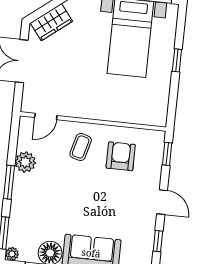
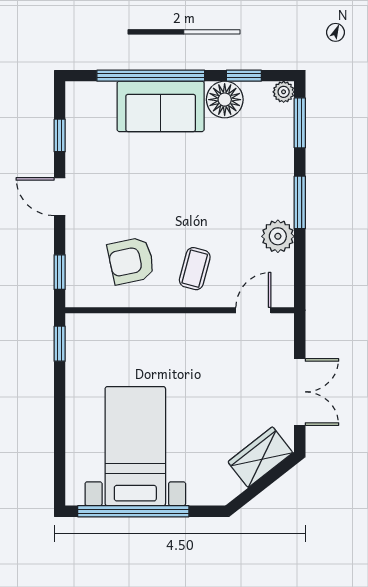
window: (177, 60) -> (60, 344), moved
armchair: (121, 156) -> (131, 261), turned 78

